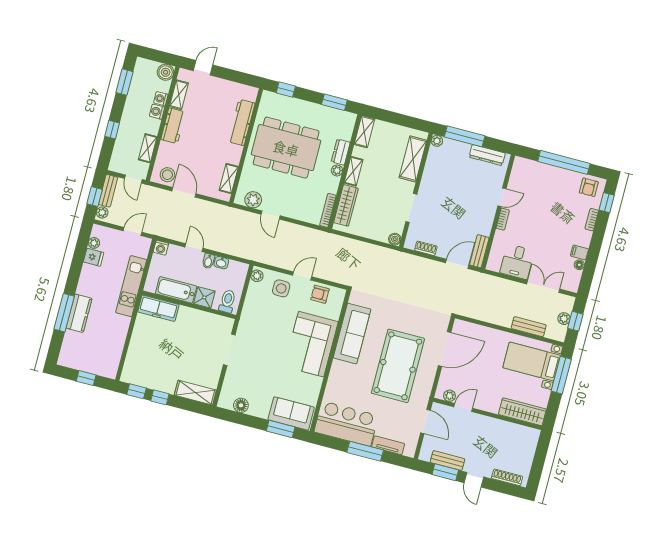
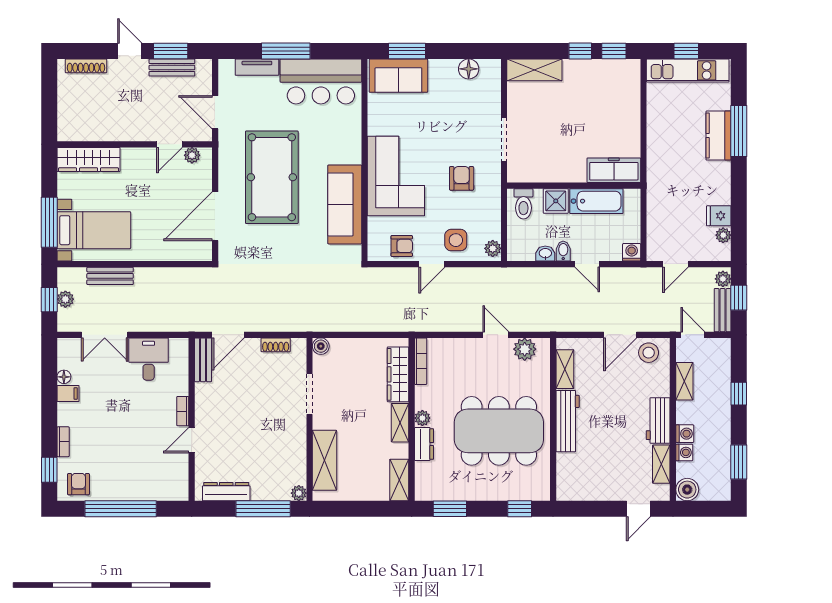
workbench: (241, 122) -> (568, 421), moved
door: (184, 192) -> (620, 335), hinge flipped
kitchen unit: (131, 286) -> (688, 70), moved, turned 90
armchair: (266, 330) -> (462, 178), added

